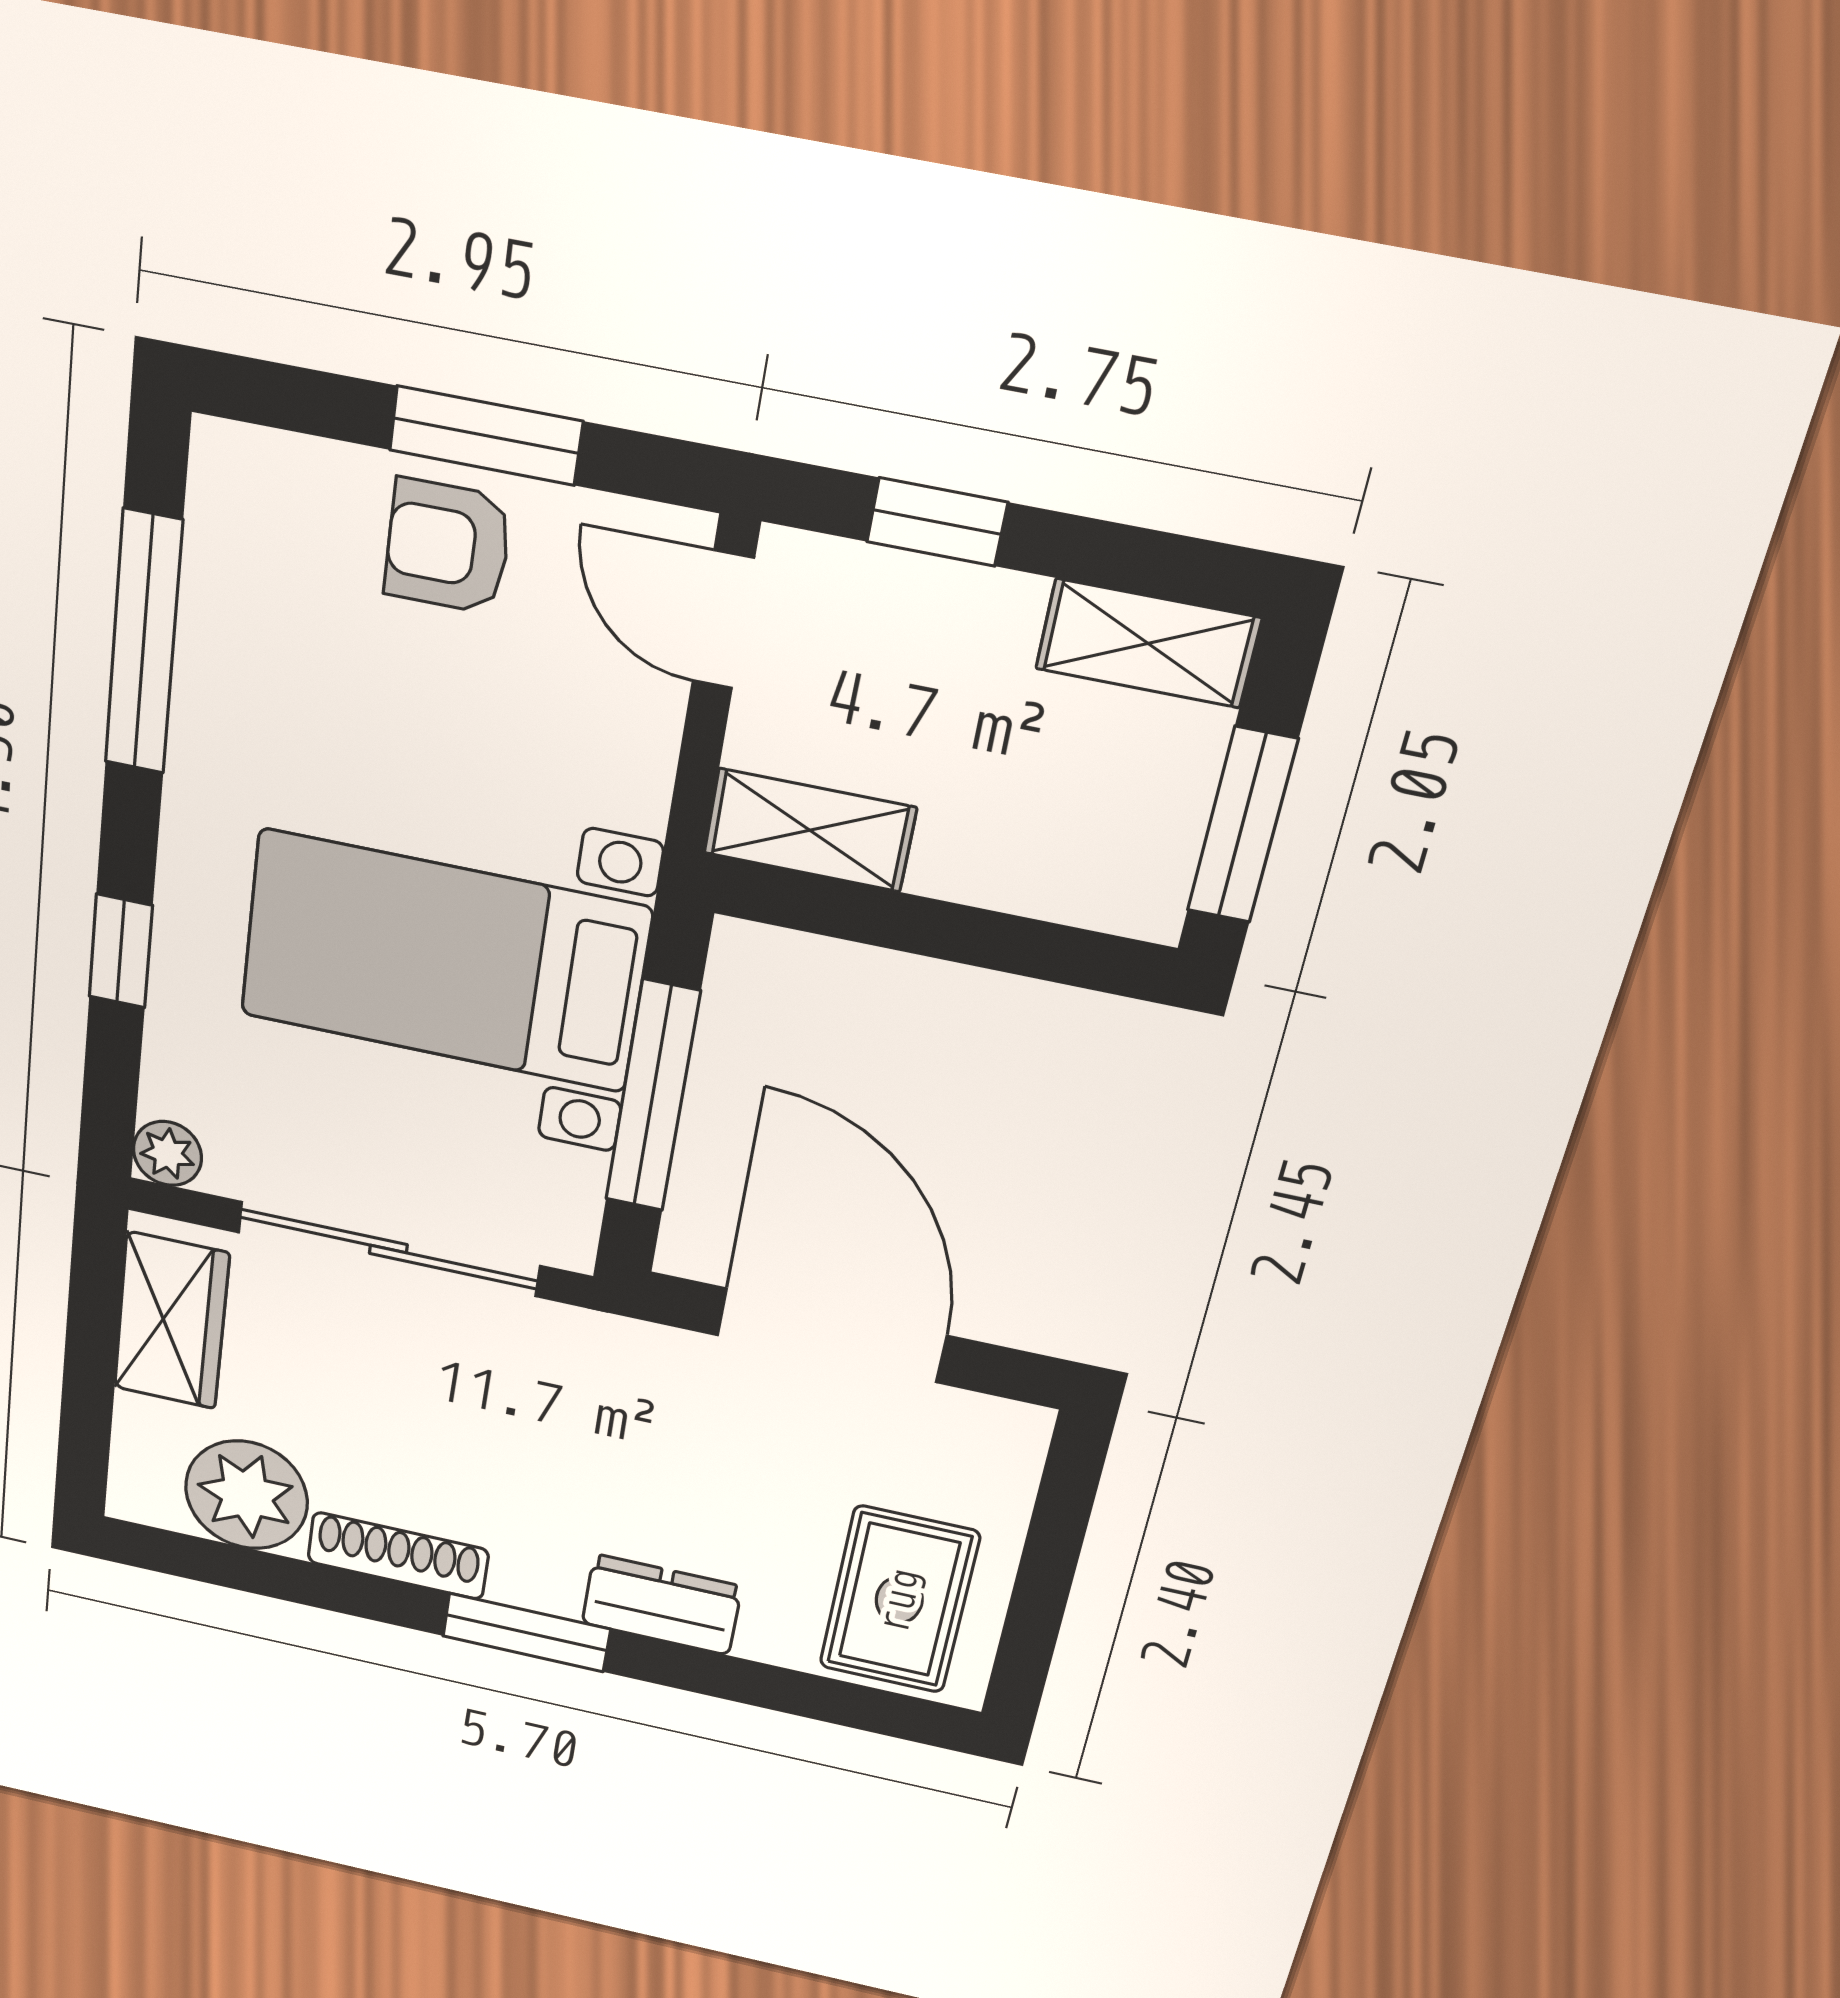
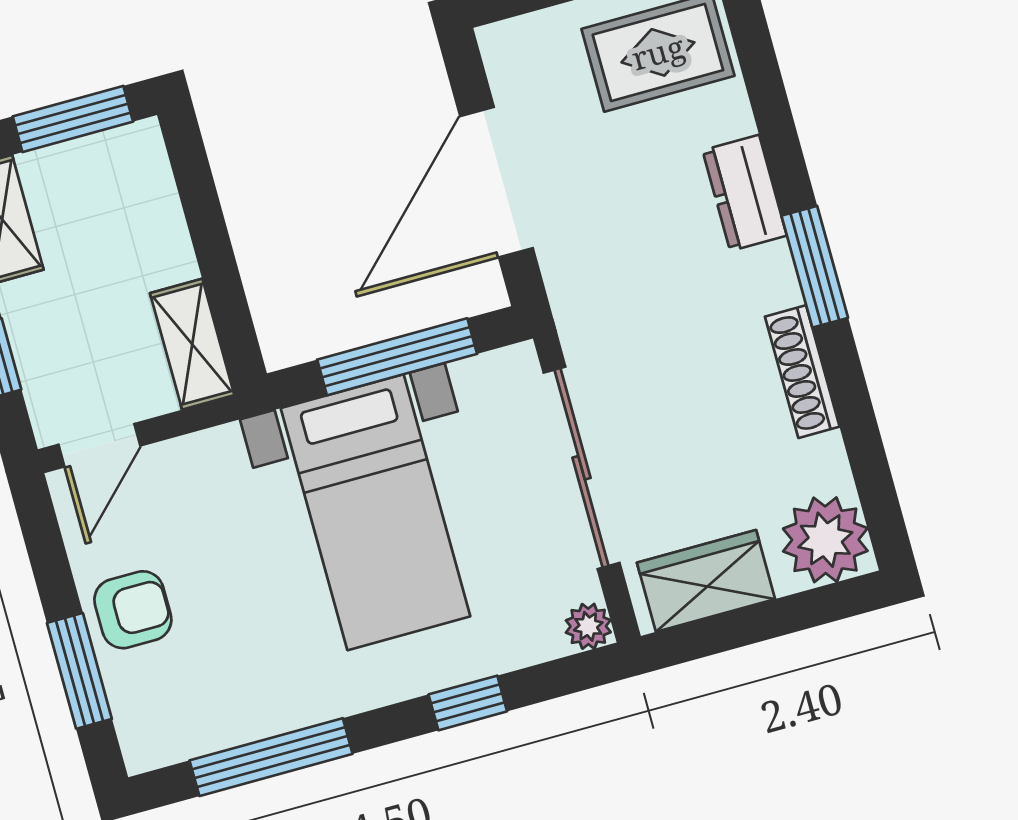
window: (486, 436) -> (79, 671), moved
armchair: (448, 546) -> (133, 610), turned -90
plant: (246, 1495) -> (825, 540), moved

